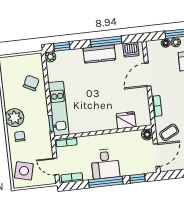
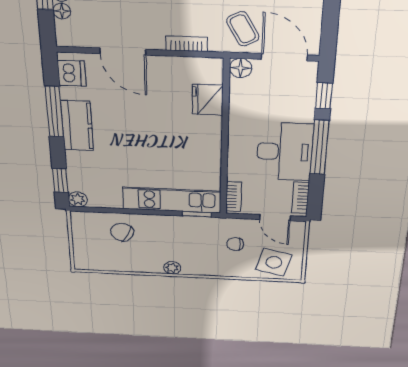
plant: (15, 118) -> (172, 268), width x0.53, depth x0.53
chair: (20, 136) -> (235, 244), moved
desk: (105, 164) -> (285, 152), width x1.37
door: (56, 166) -> (275, 218), hinge flipped

